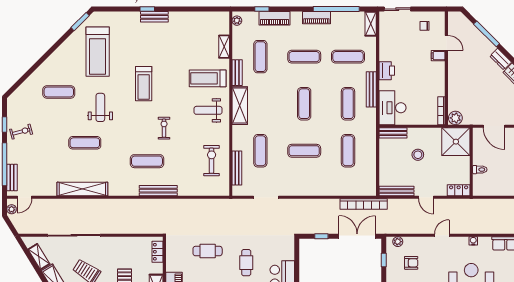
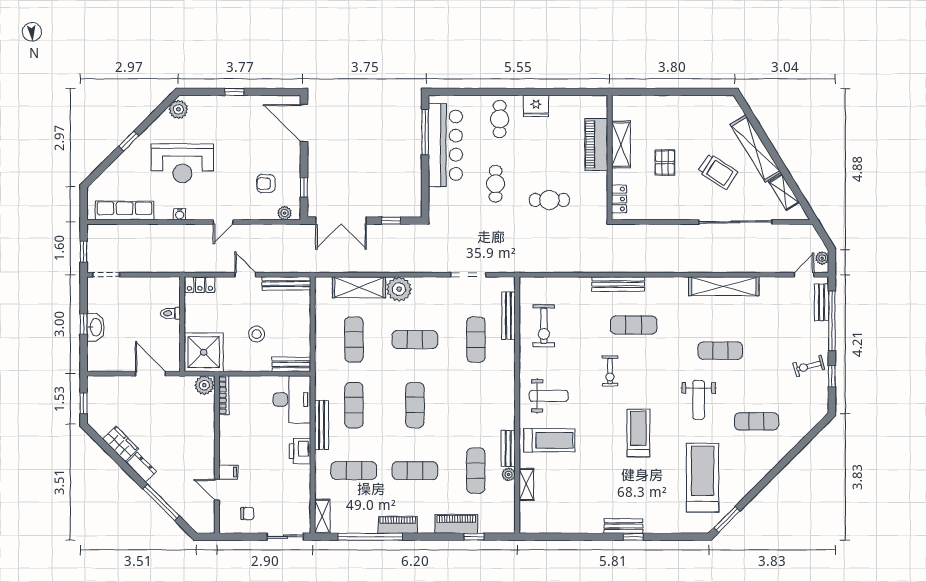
plant: (237, 21) -> (509, 474), moved
shelving: (240, 106) -> (359, 287), moved, turned 90
plant: (316, 187) -> (399, 289), added
bookcase: (364, 204) -> (332, 265), removed

